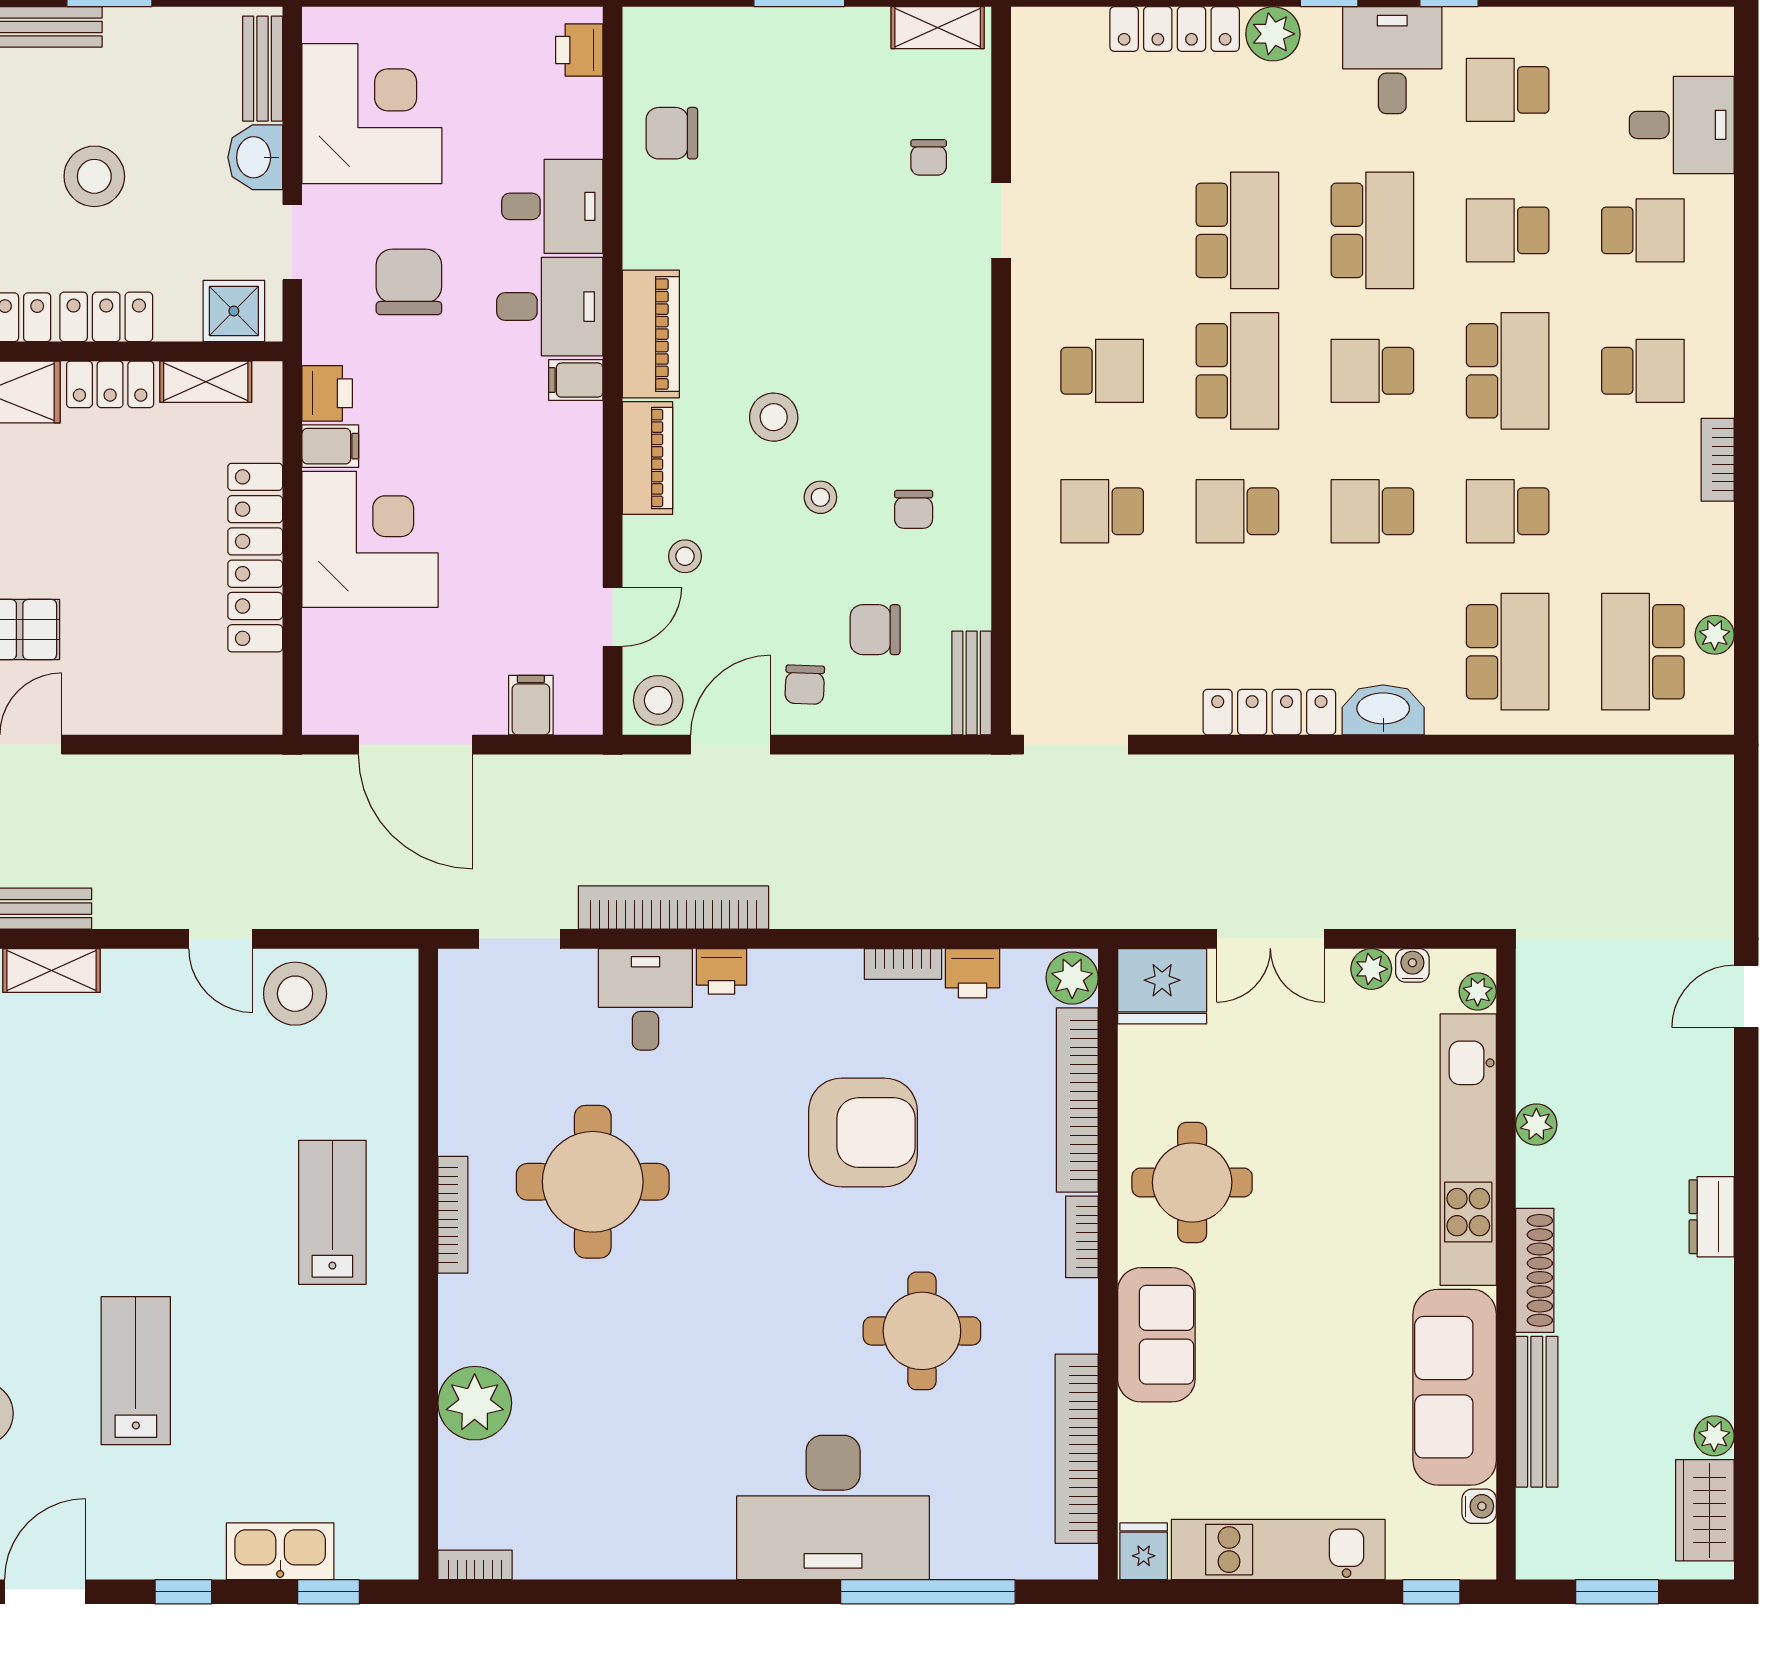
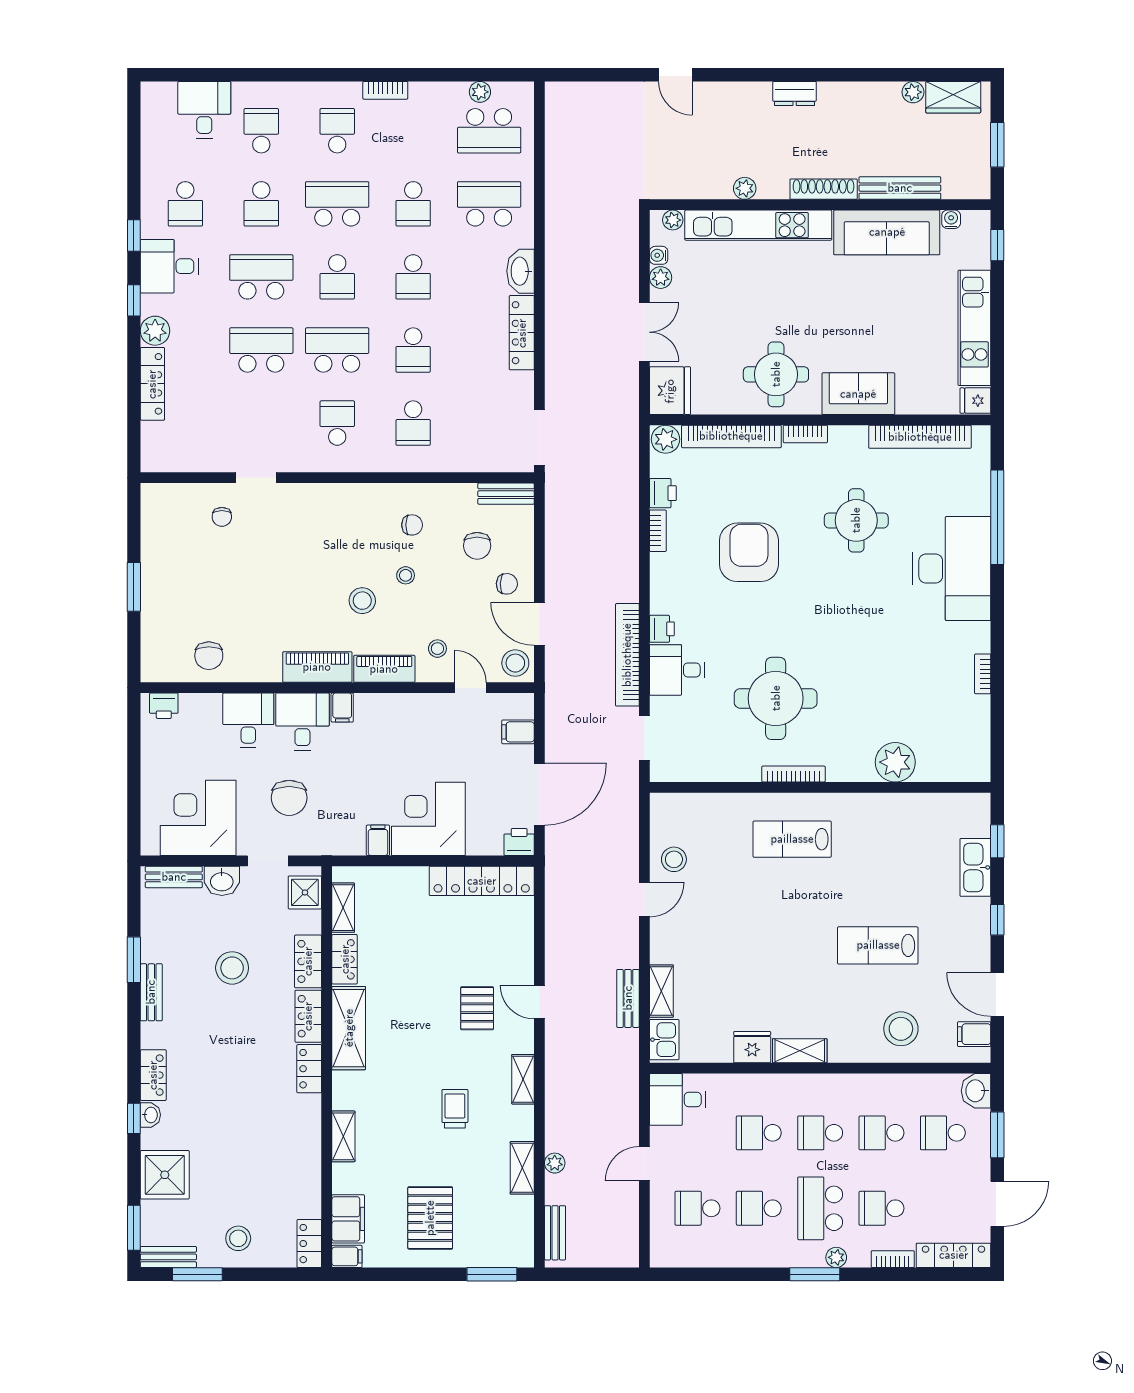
shelving: (938, 28) -> (152, 512), removed
chair: (929, 157) -> (222, 517), turned 90
chair: (409, 282) -> (289, 798), turned -90
printer: (327, 393) -> (519, 842), moved
locker: (255, 558) -> (482, 881), moved
stool: (295, 994) -> (674, 859), width x0.73, depth x0.73
bookcase: (475, 1565) -> (983, 674), moved

